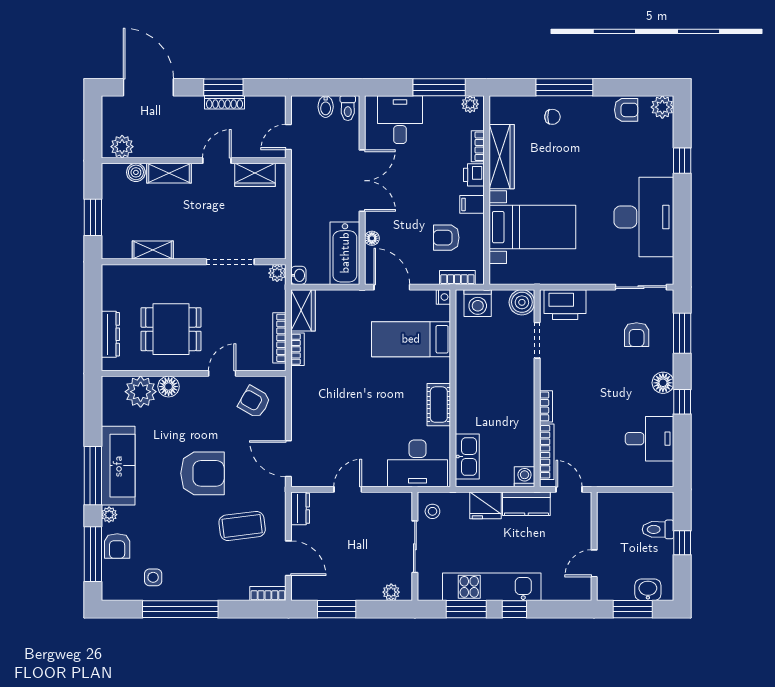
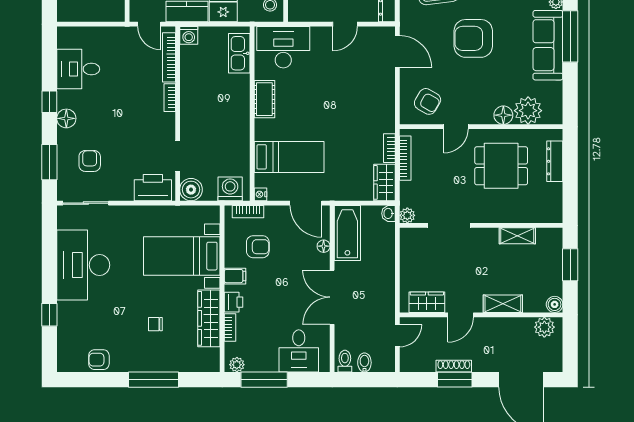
plant: (662, 107) -> (67, 362), removed
chair: (552, 117) -> (155, 324), moved
boiler: (136, 172) -> (555, 304), moved

